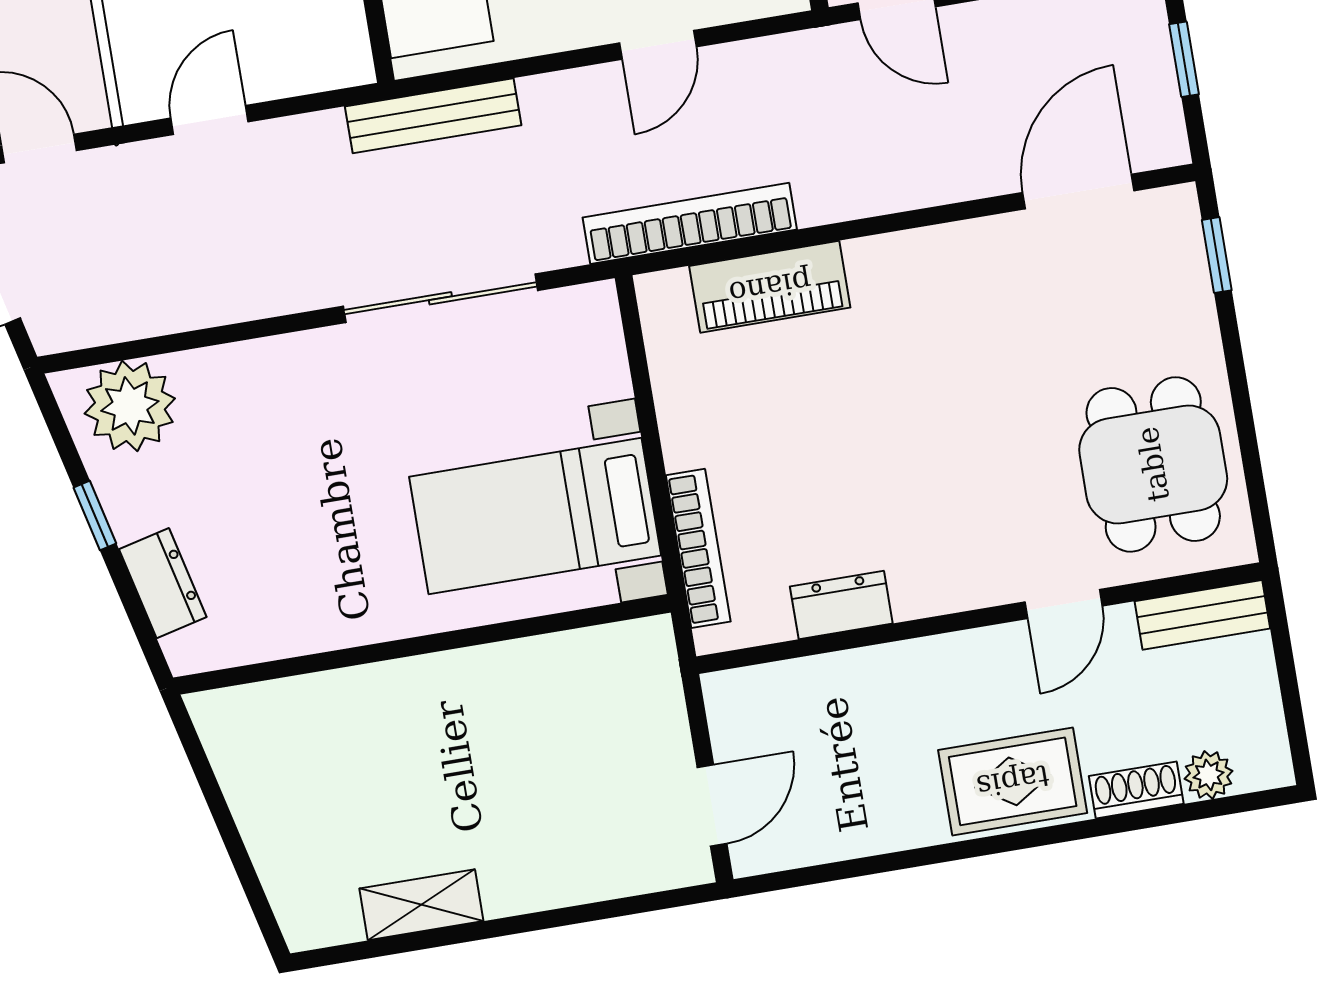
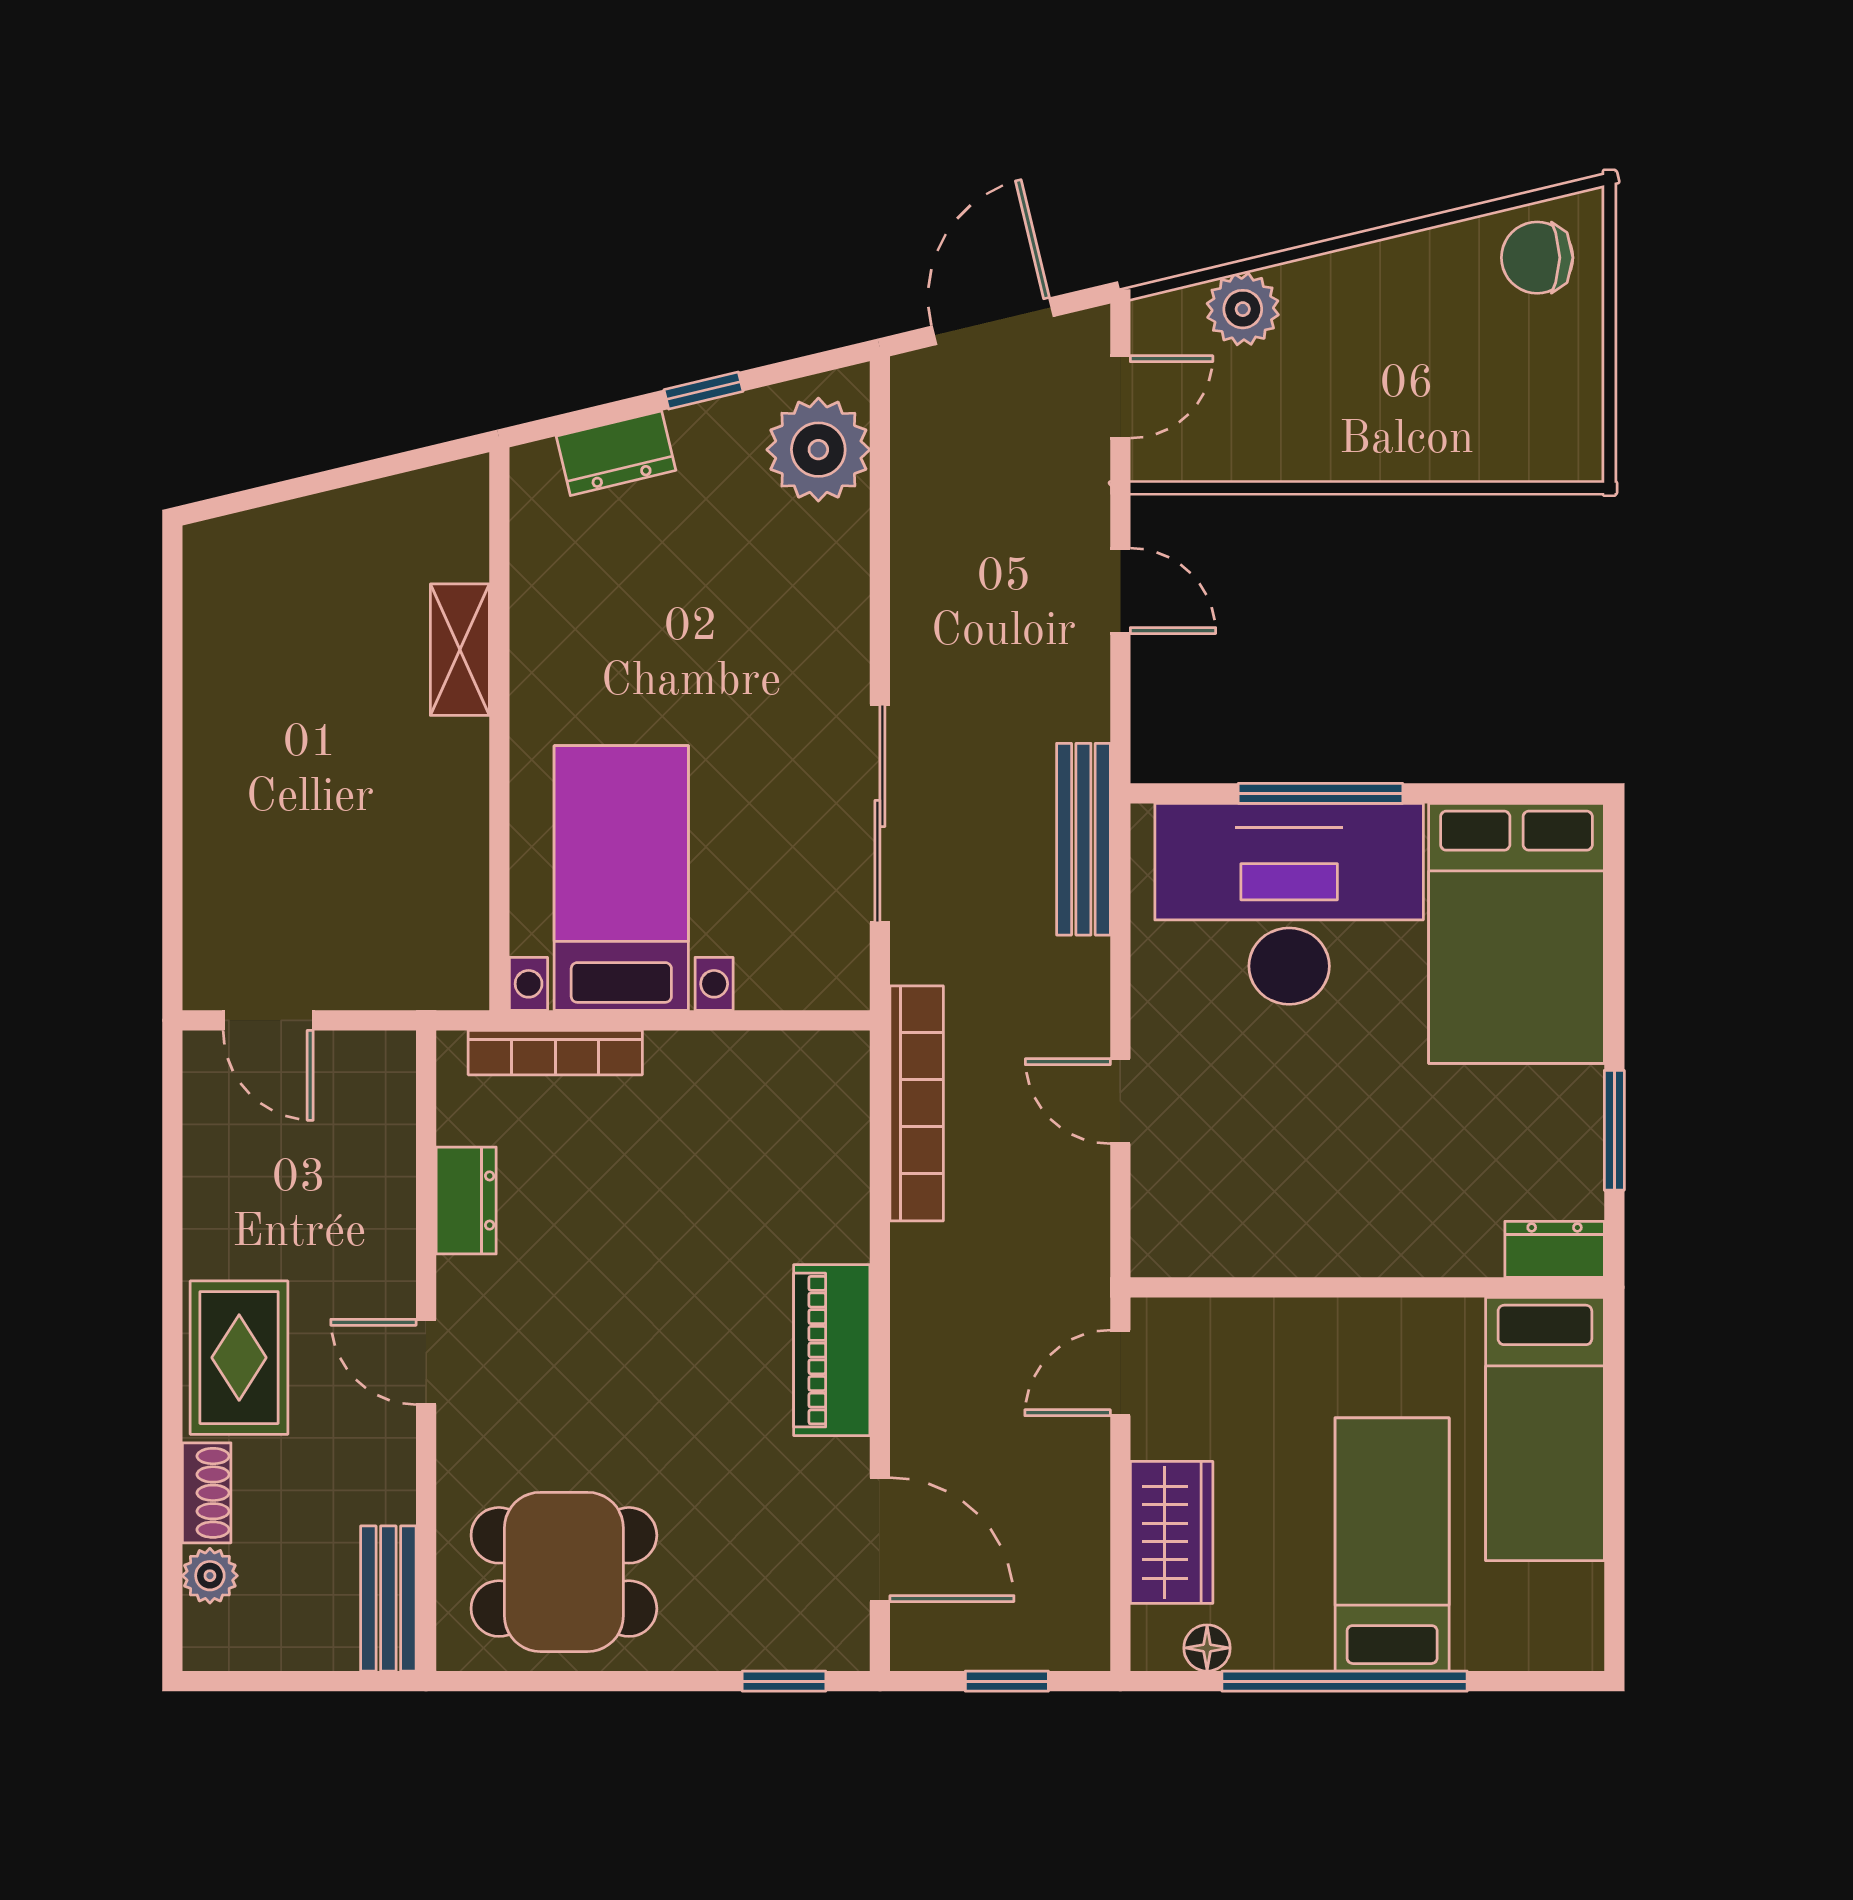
piano: (770, 287) -> (832, 1350), moved
door: (1064, 604) -> (426, 1362), moved
shelving: (421, 905) -> (460, 650), moved

